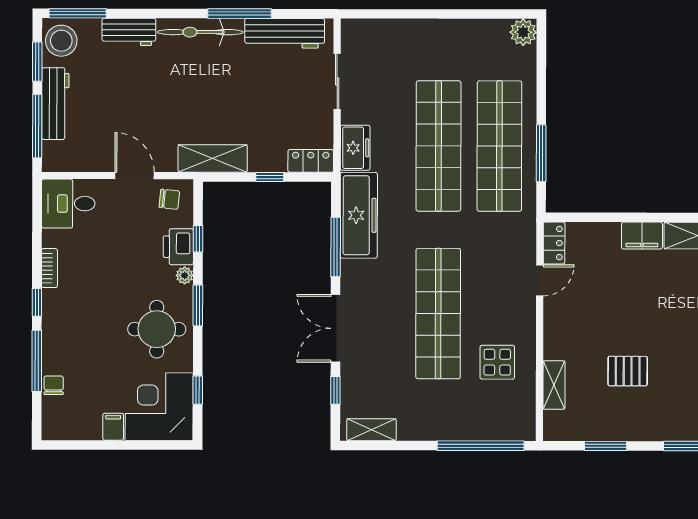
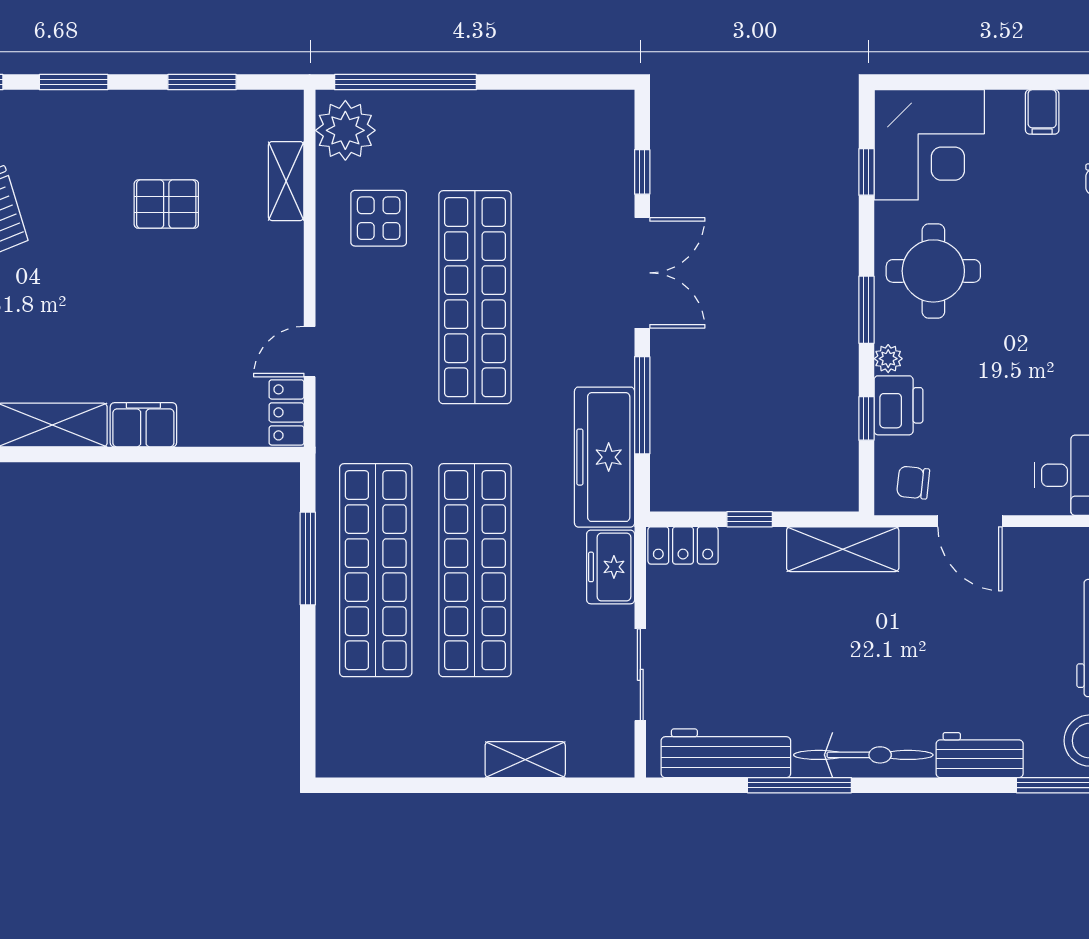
plant: (523, 32) -> (345, 130), moved, width x1.36, depth x1.36
filing cabinet: (113, 427) -> (1042, 112), moved
shelving: (371, 430) -> (525, 760), moved

